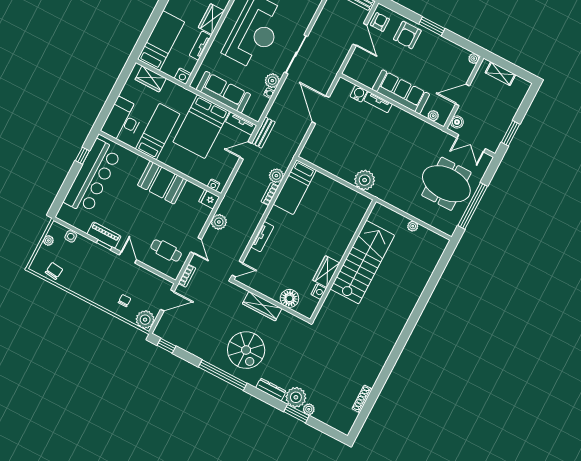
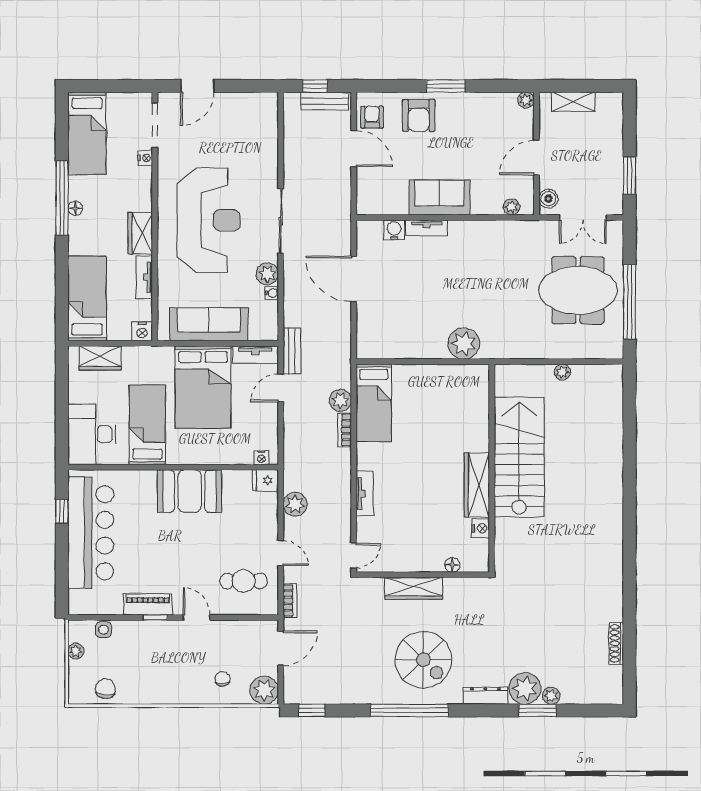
sofa: (401, 92) -> (440, 198), width x0.73
wardrobe: (326, 272) -> (477, 485), width x1.50
floor lamp: (289, 298) -> (452, 565), width x0.53, depth x0.53

